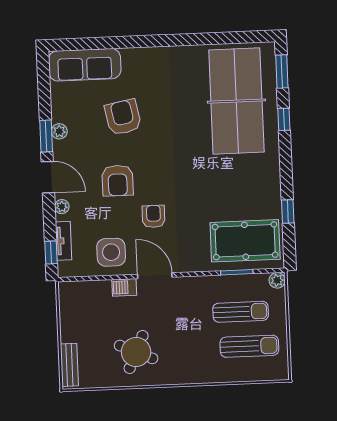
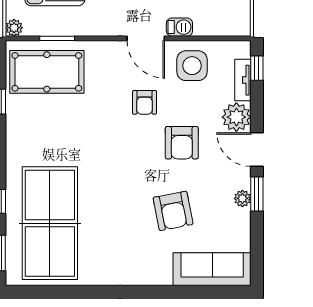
armchair: (118, 181) -> (182, 143), turned 180
plant: (62, 207) -> (236, 117), width x1.88, depth x1.88

